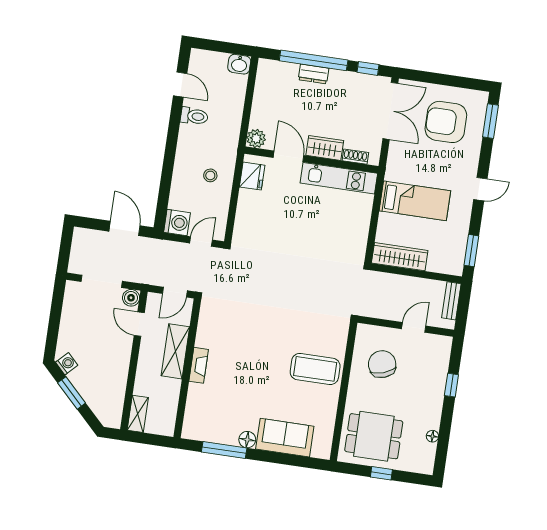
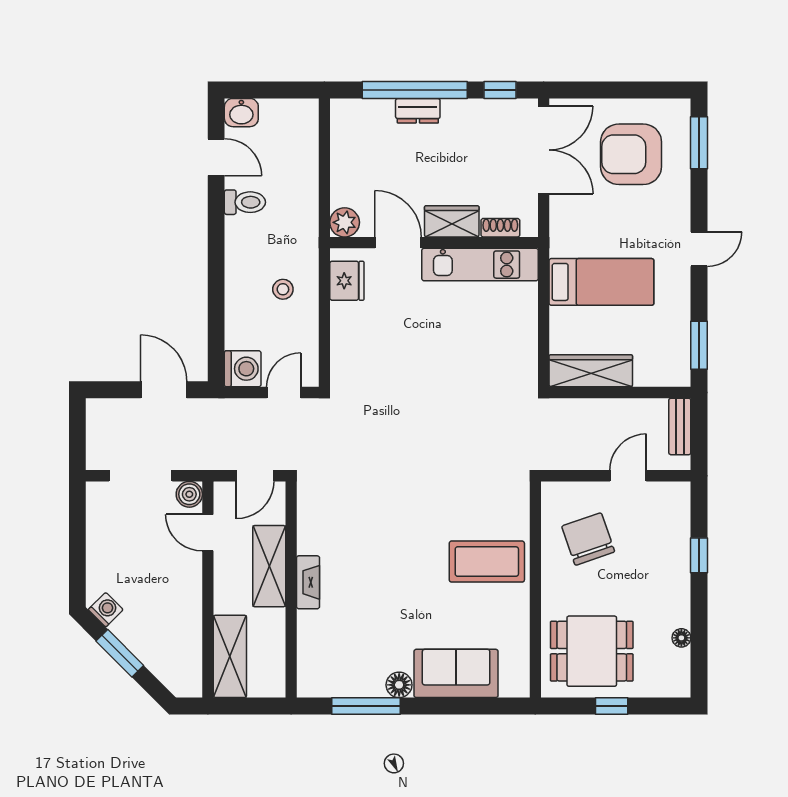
washbasin: (239, 64) -> (241, 113), moved
shelving: (138, 414) -> (230, 656), width x1.50, depth x1.33

